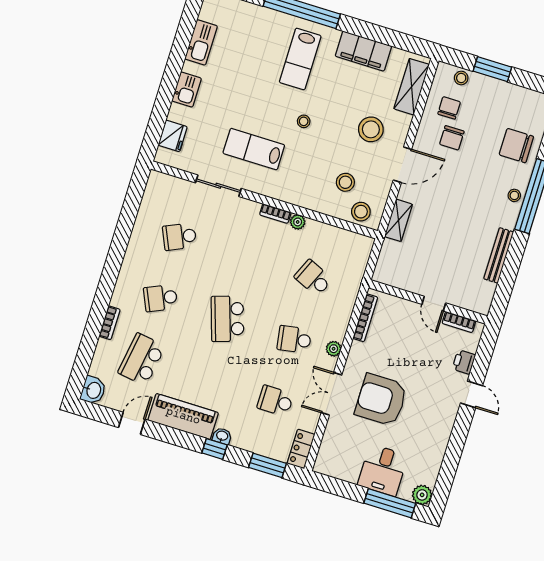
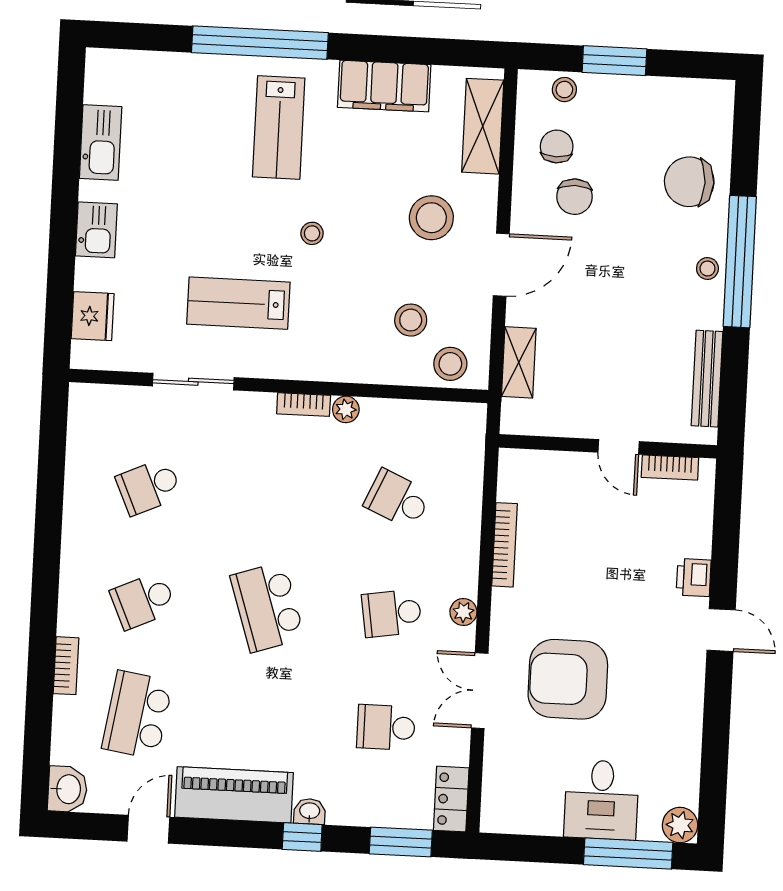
wall: (428, 302) -> (608, 446), moved
door: (434, 304) -> (619, 447), moved
bookcase: (459, 322) -> (670, 467), moved

